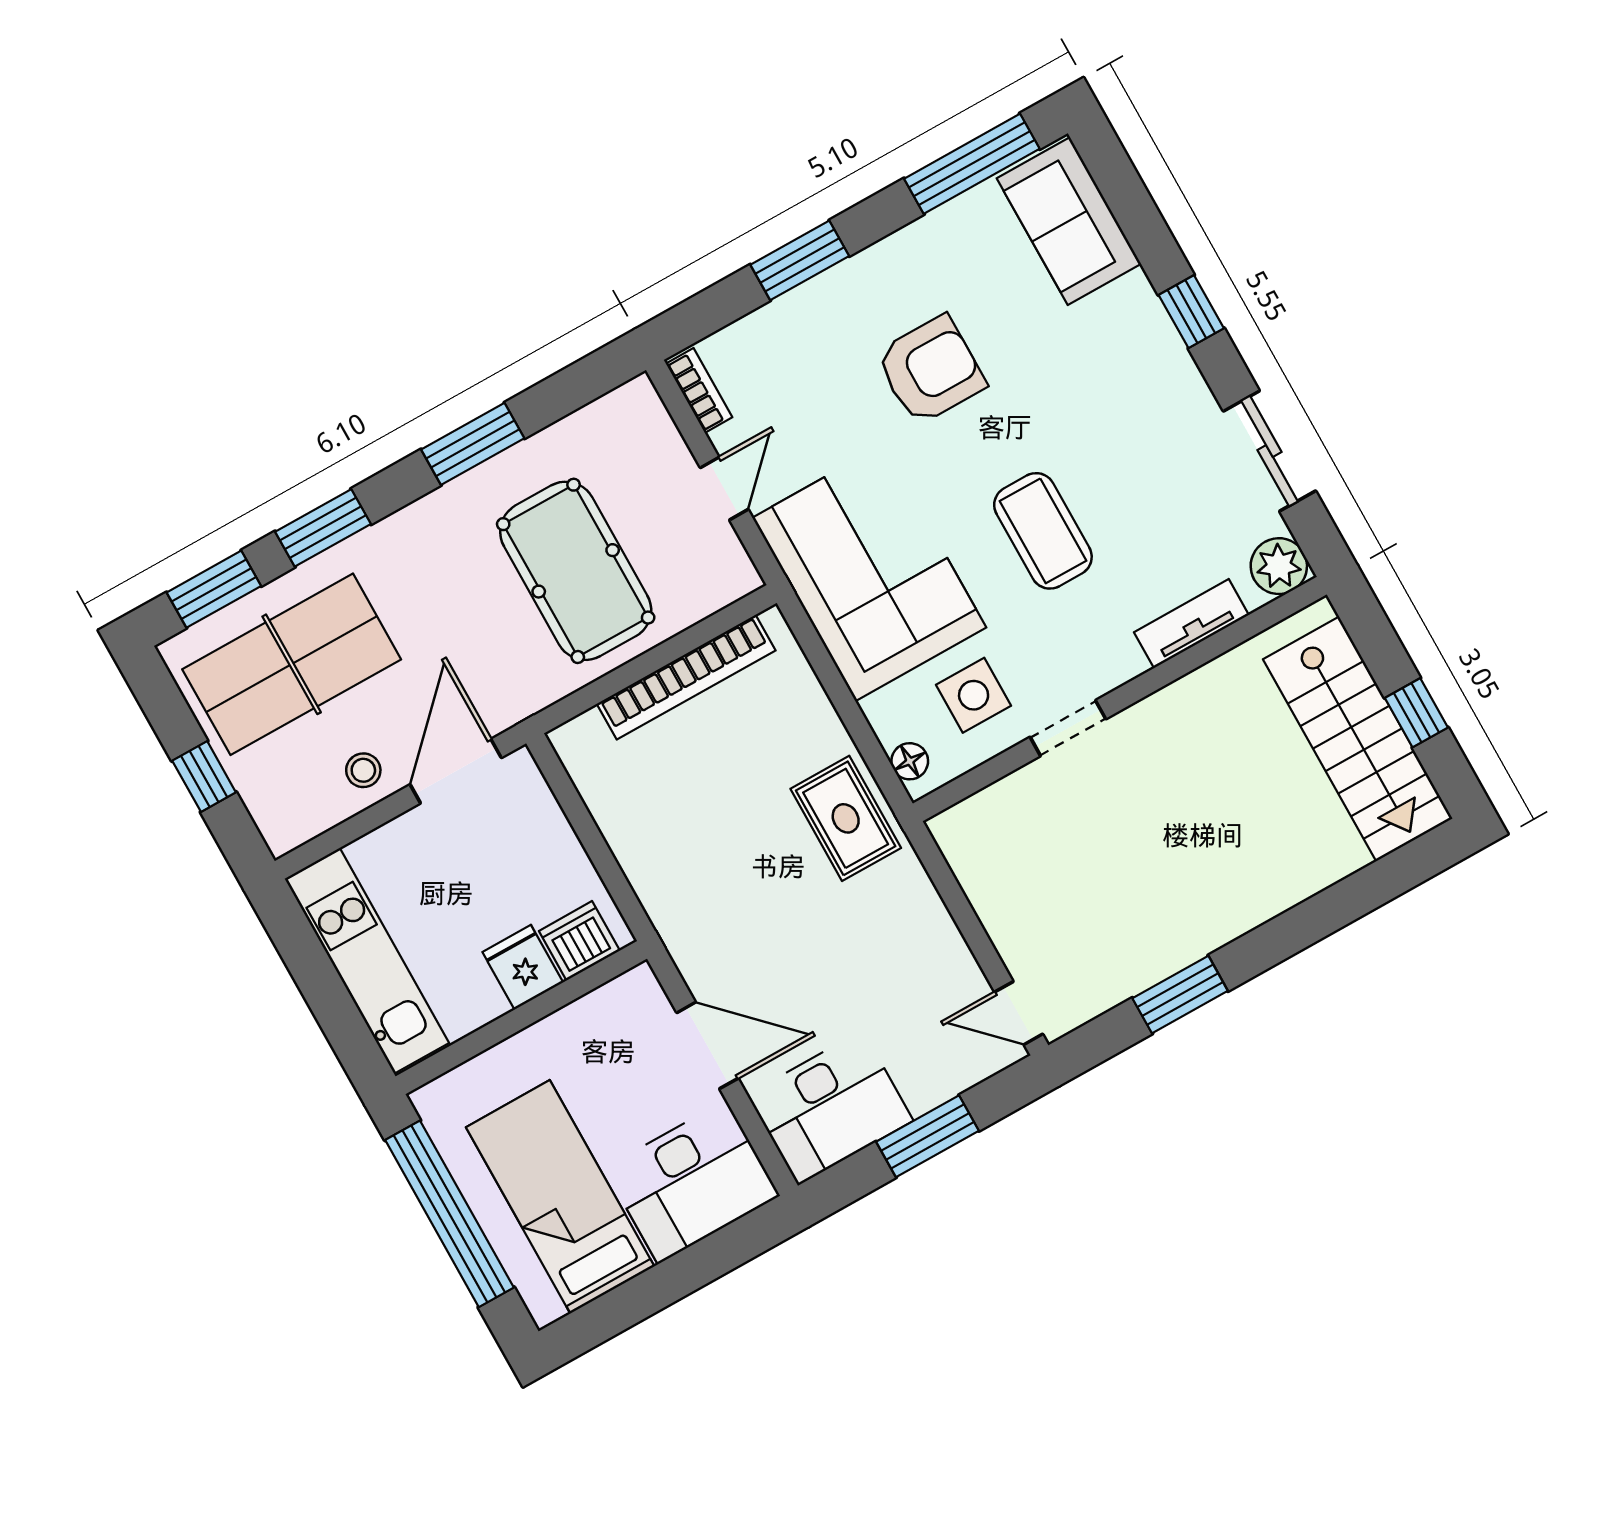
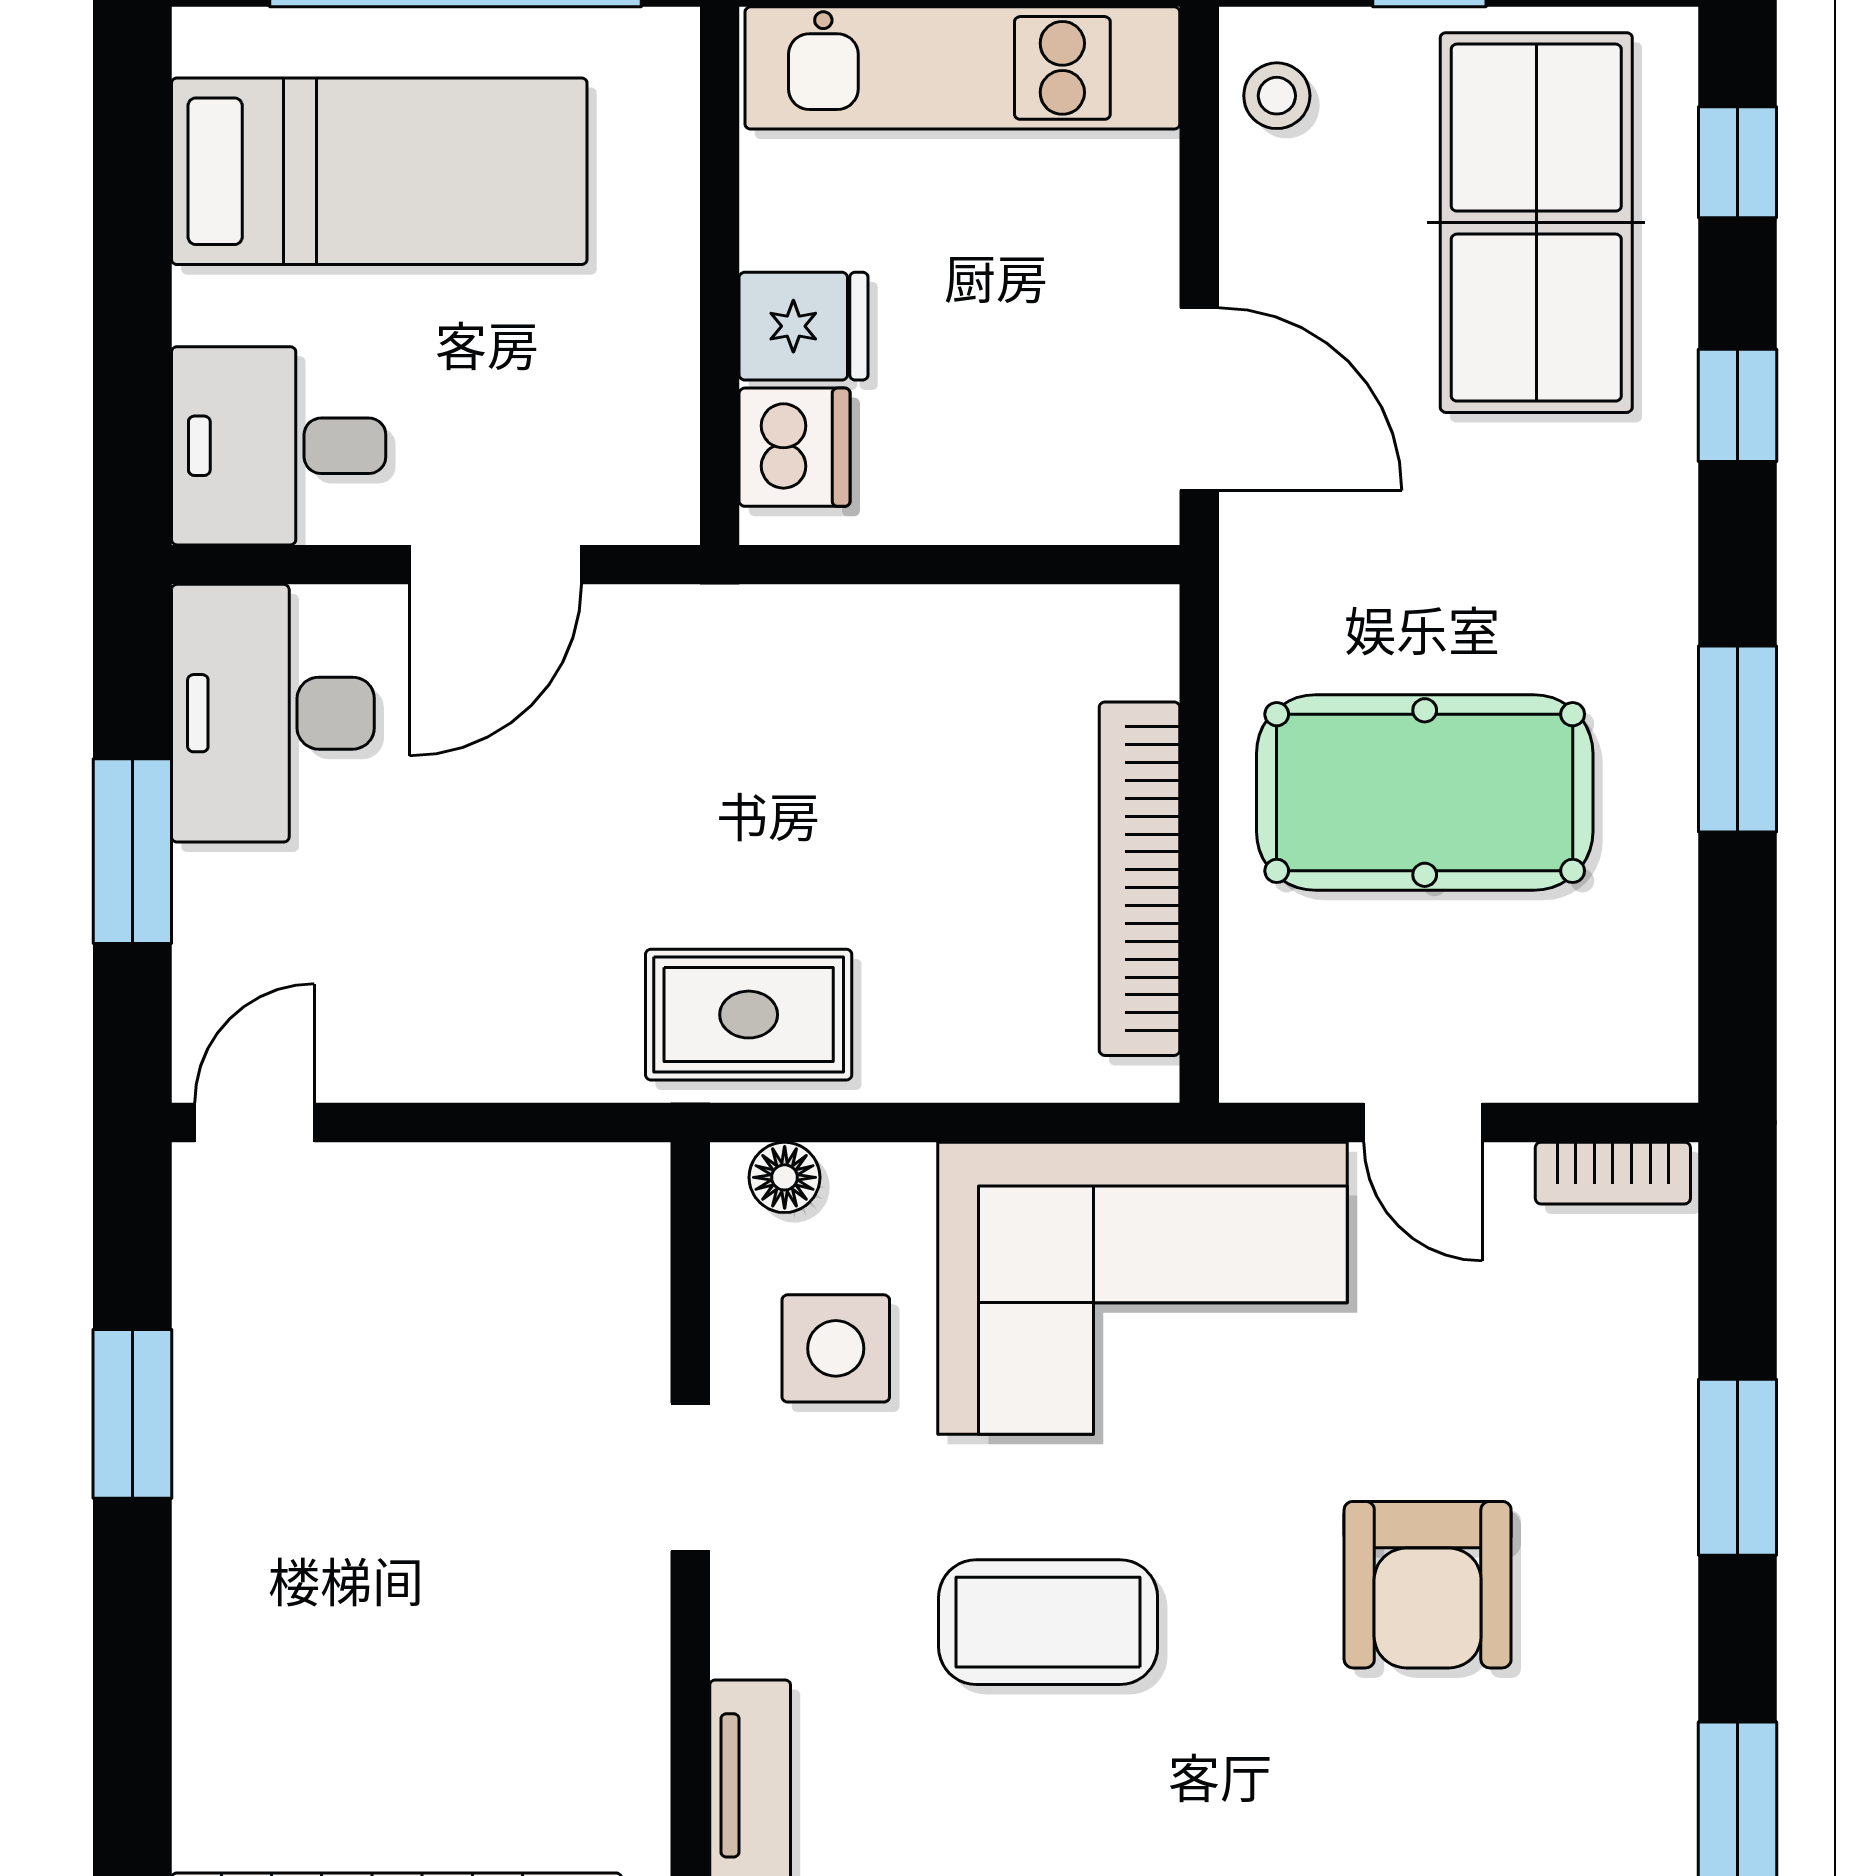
window: (323, 528) -> (1738, 405), width x0.67
window: (214, 589) -> (1738, 162), width x0.67
stool: (363, 770) -> (1277, 96), moved
desk: (692, 1182) -> (279, 446), width x0.73

